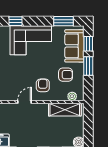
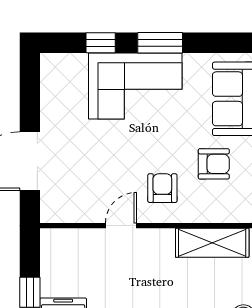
window: (64, 21) -> (160, 43), moved
plant: (72, 96) -> (229, 213), removed

